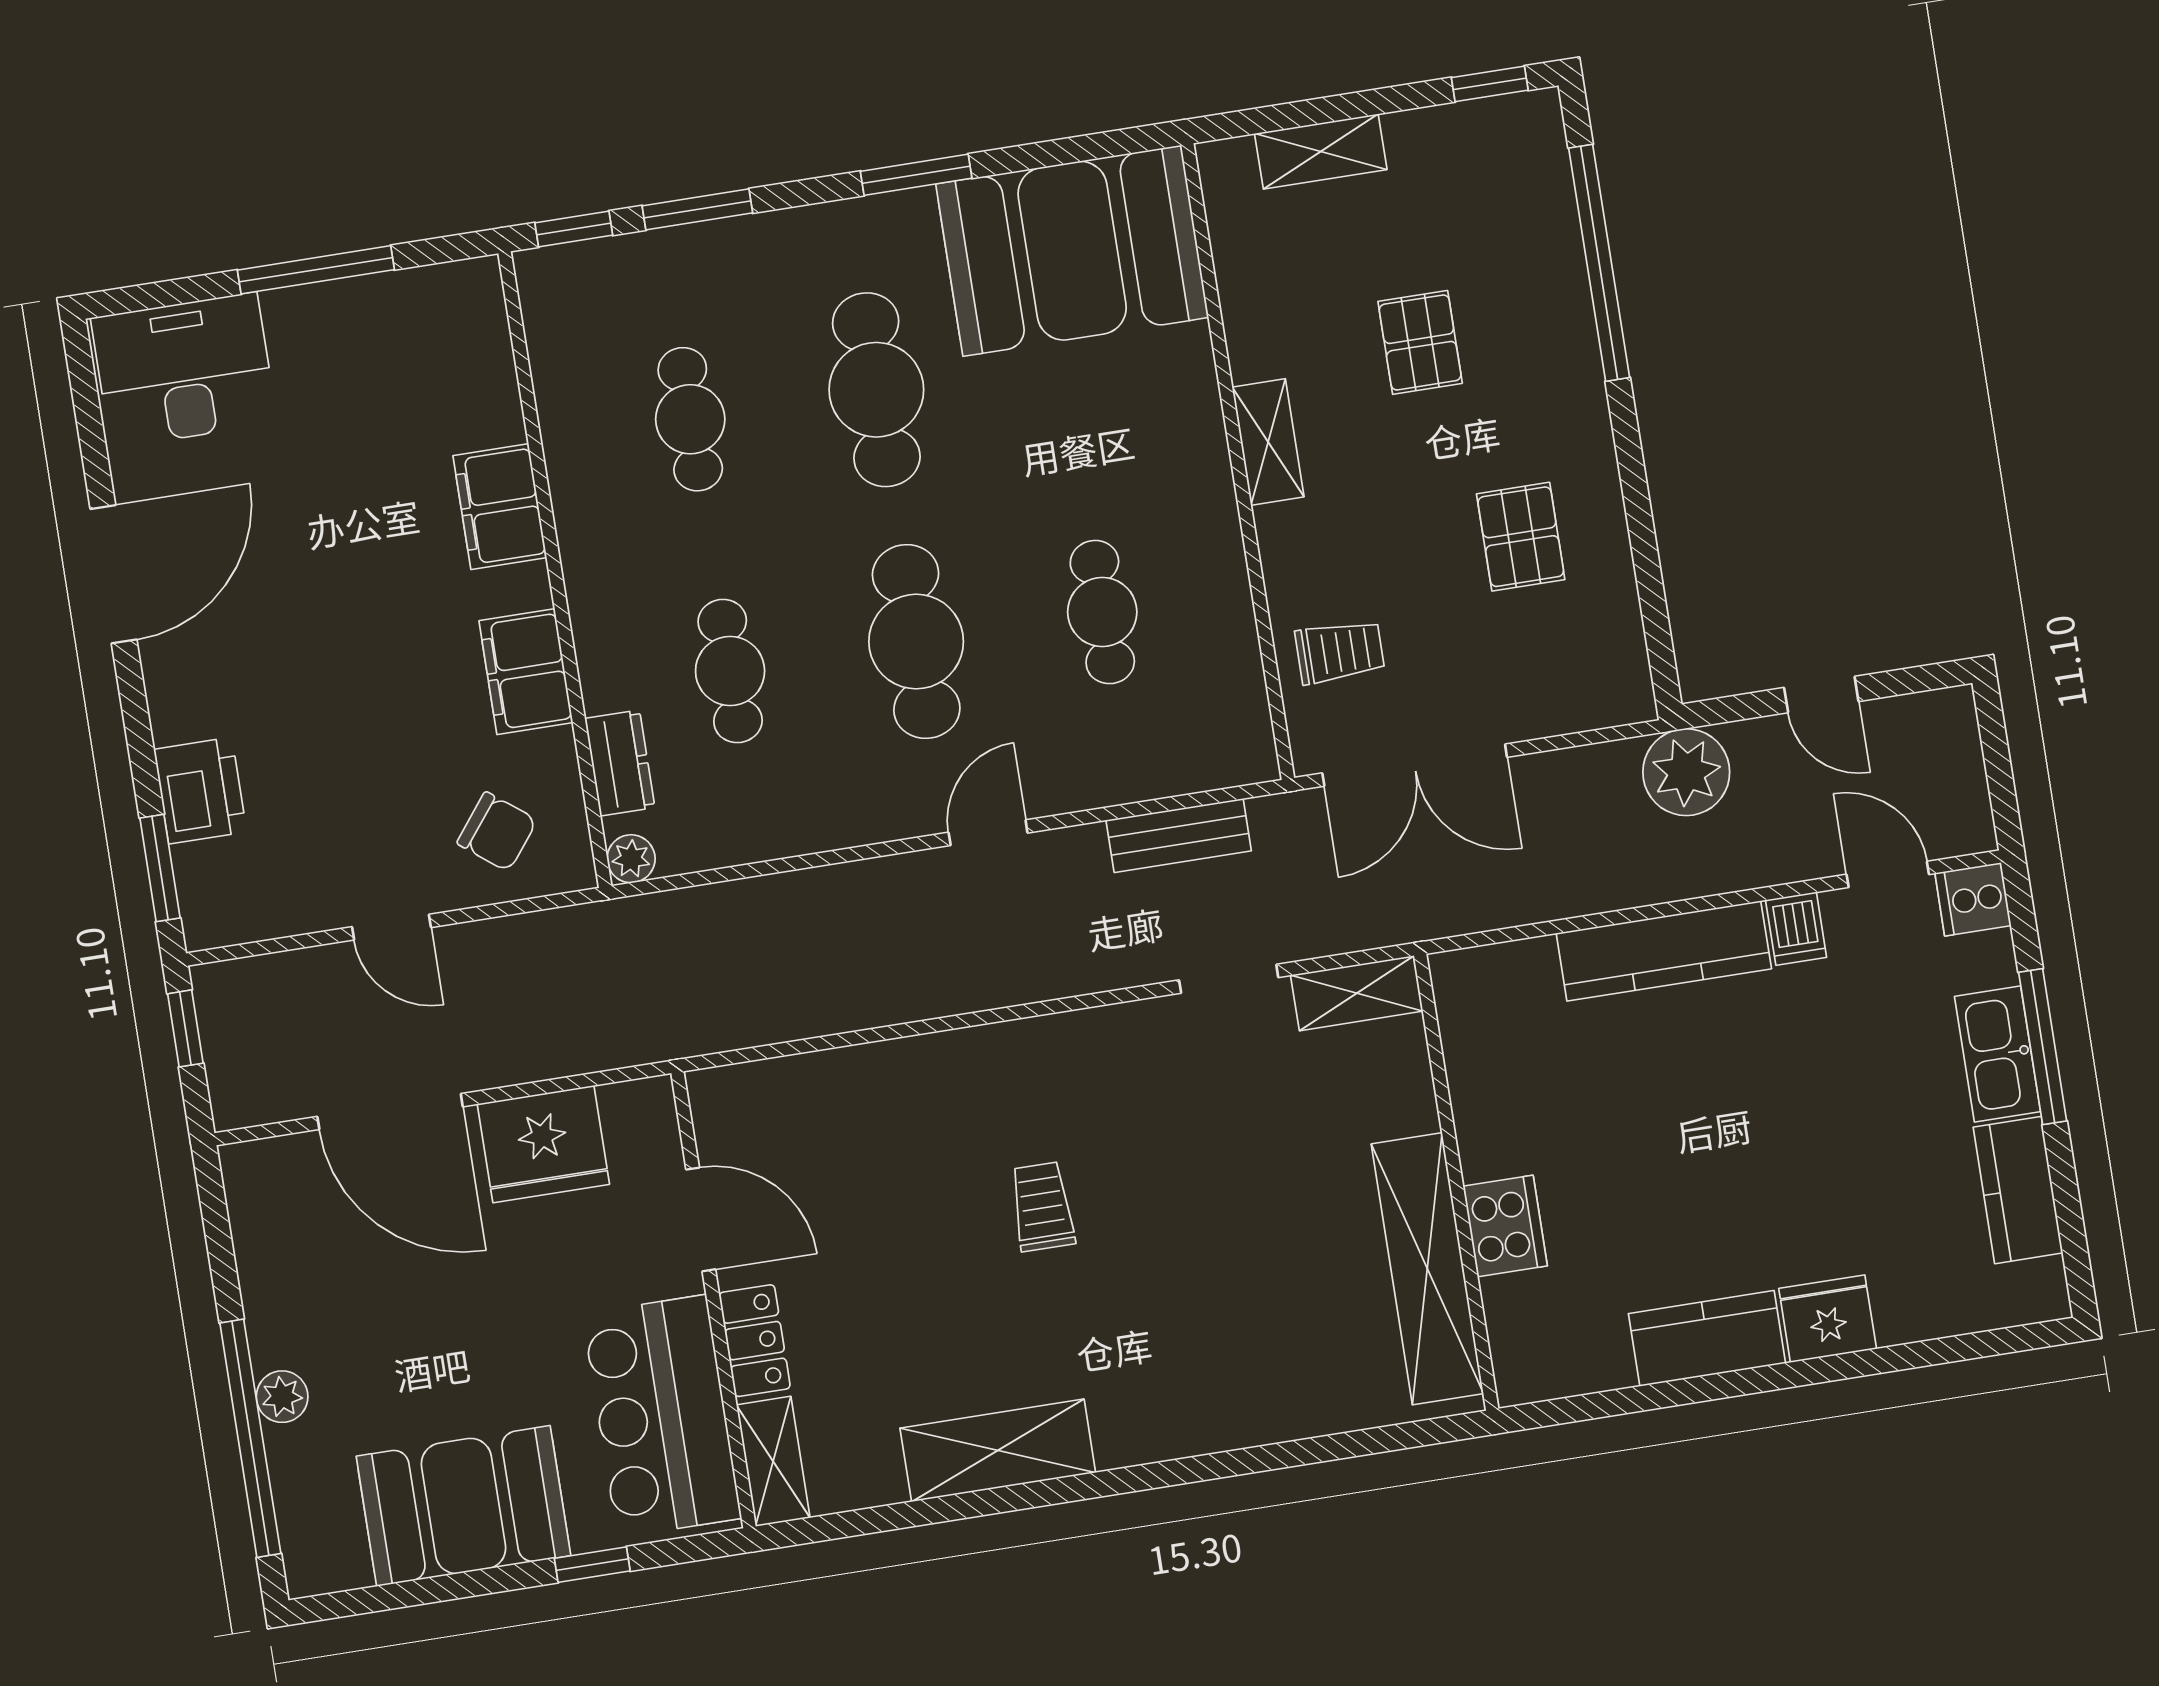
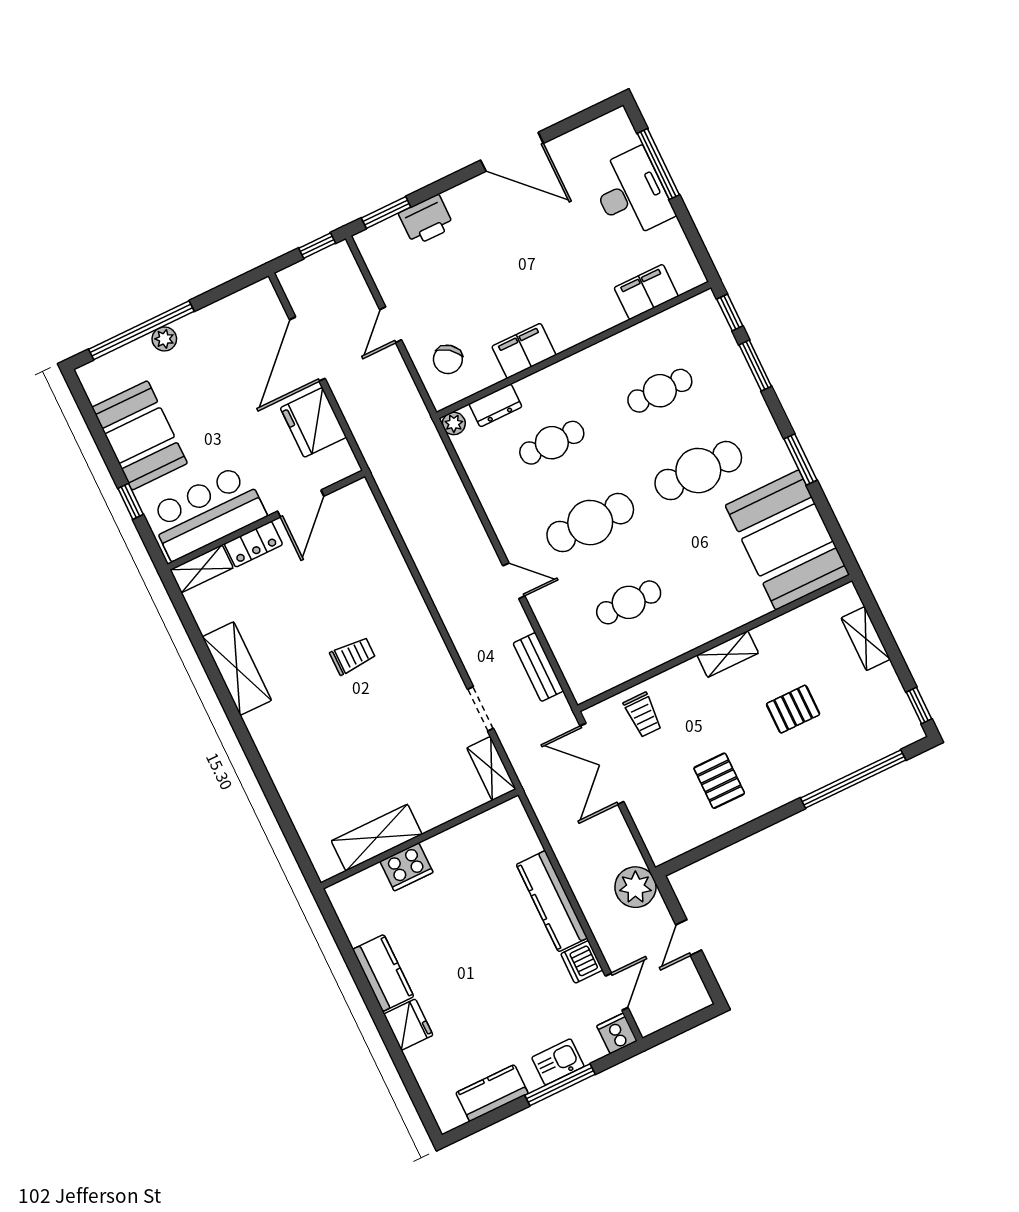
window: (316, 270) -> (658, 164), moved
desk: (184, 370) -> (632, 194), moved
filing cabinet: (500, 507) -> (646, 292), moved
pallet: (1521, 537) -> (719, 781), turned 90
dishwasher: (1796, 929) -> (582, 962), width x1.38
kitchen sink: (1998, 1054) -> (558, 1062), width x0.73
shelving: (1427, 1269) -> (377, 838), width x0.68

